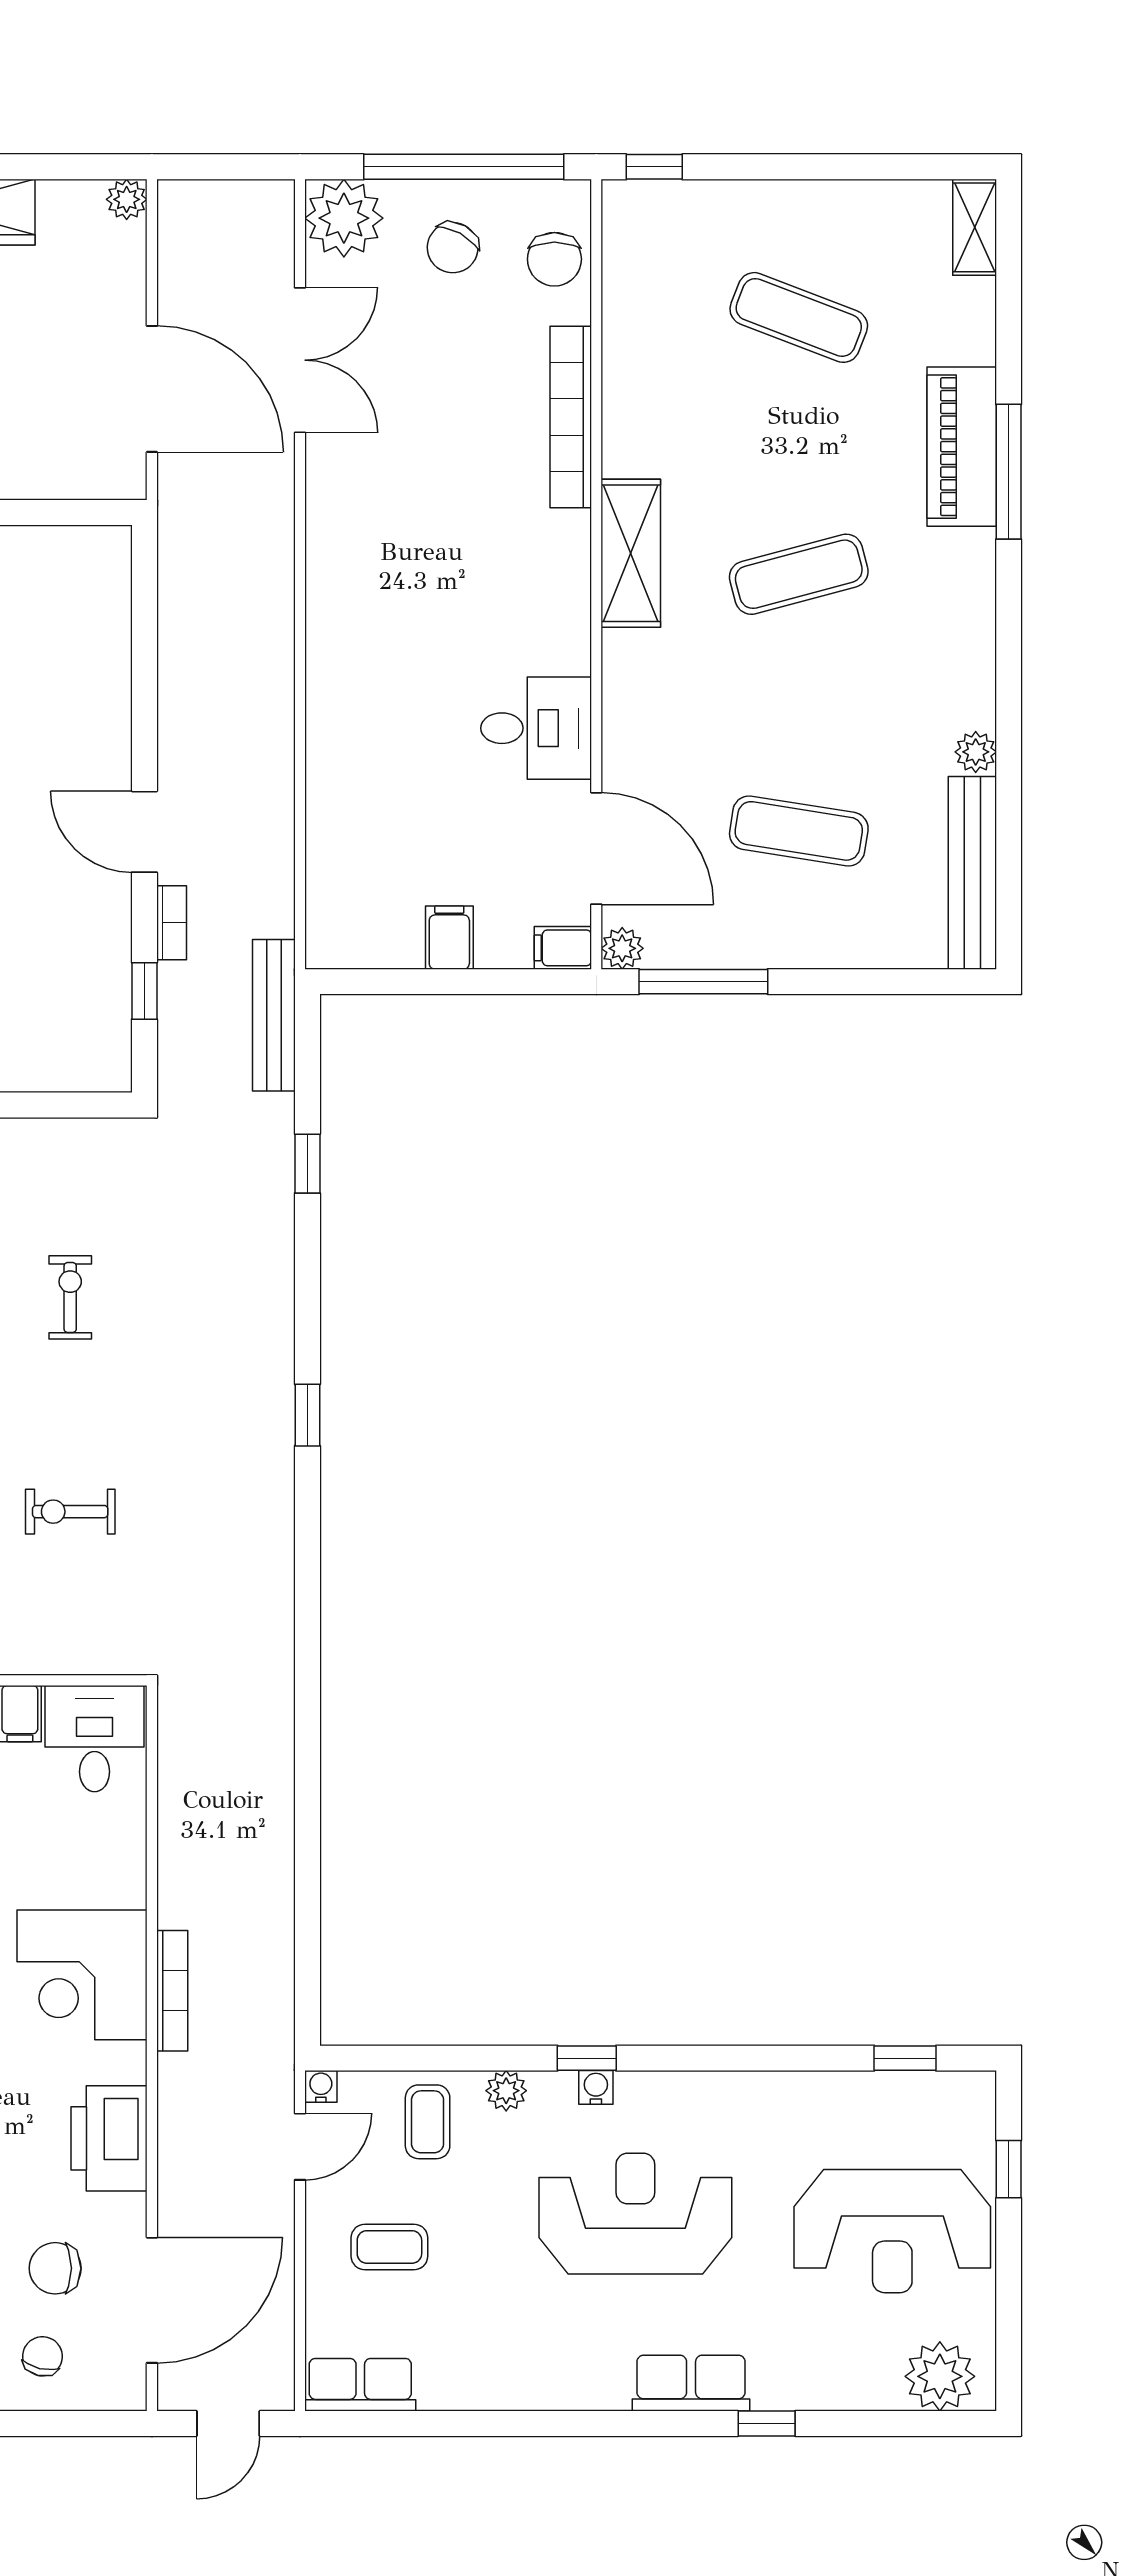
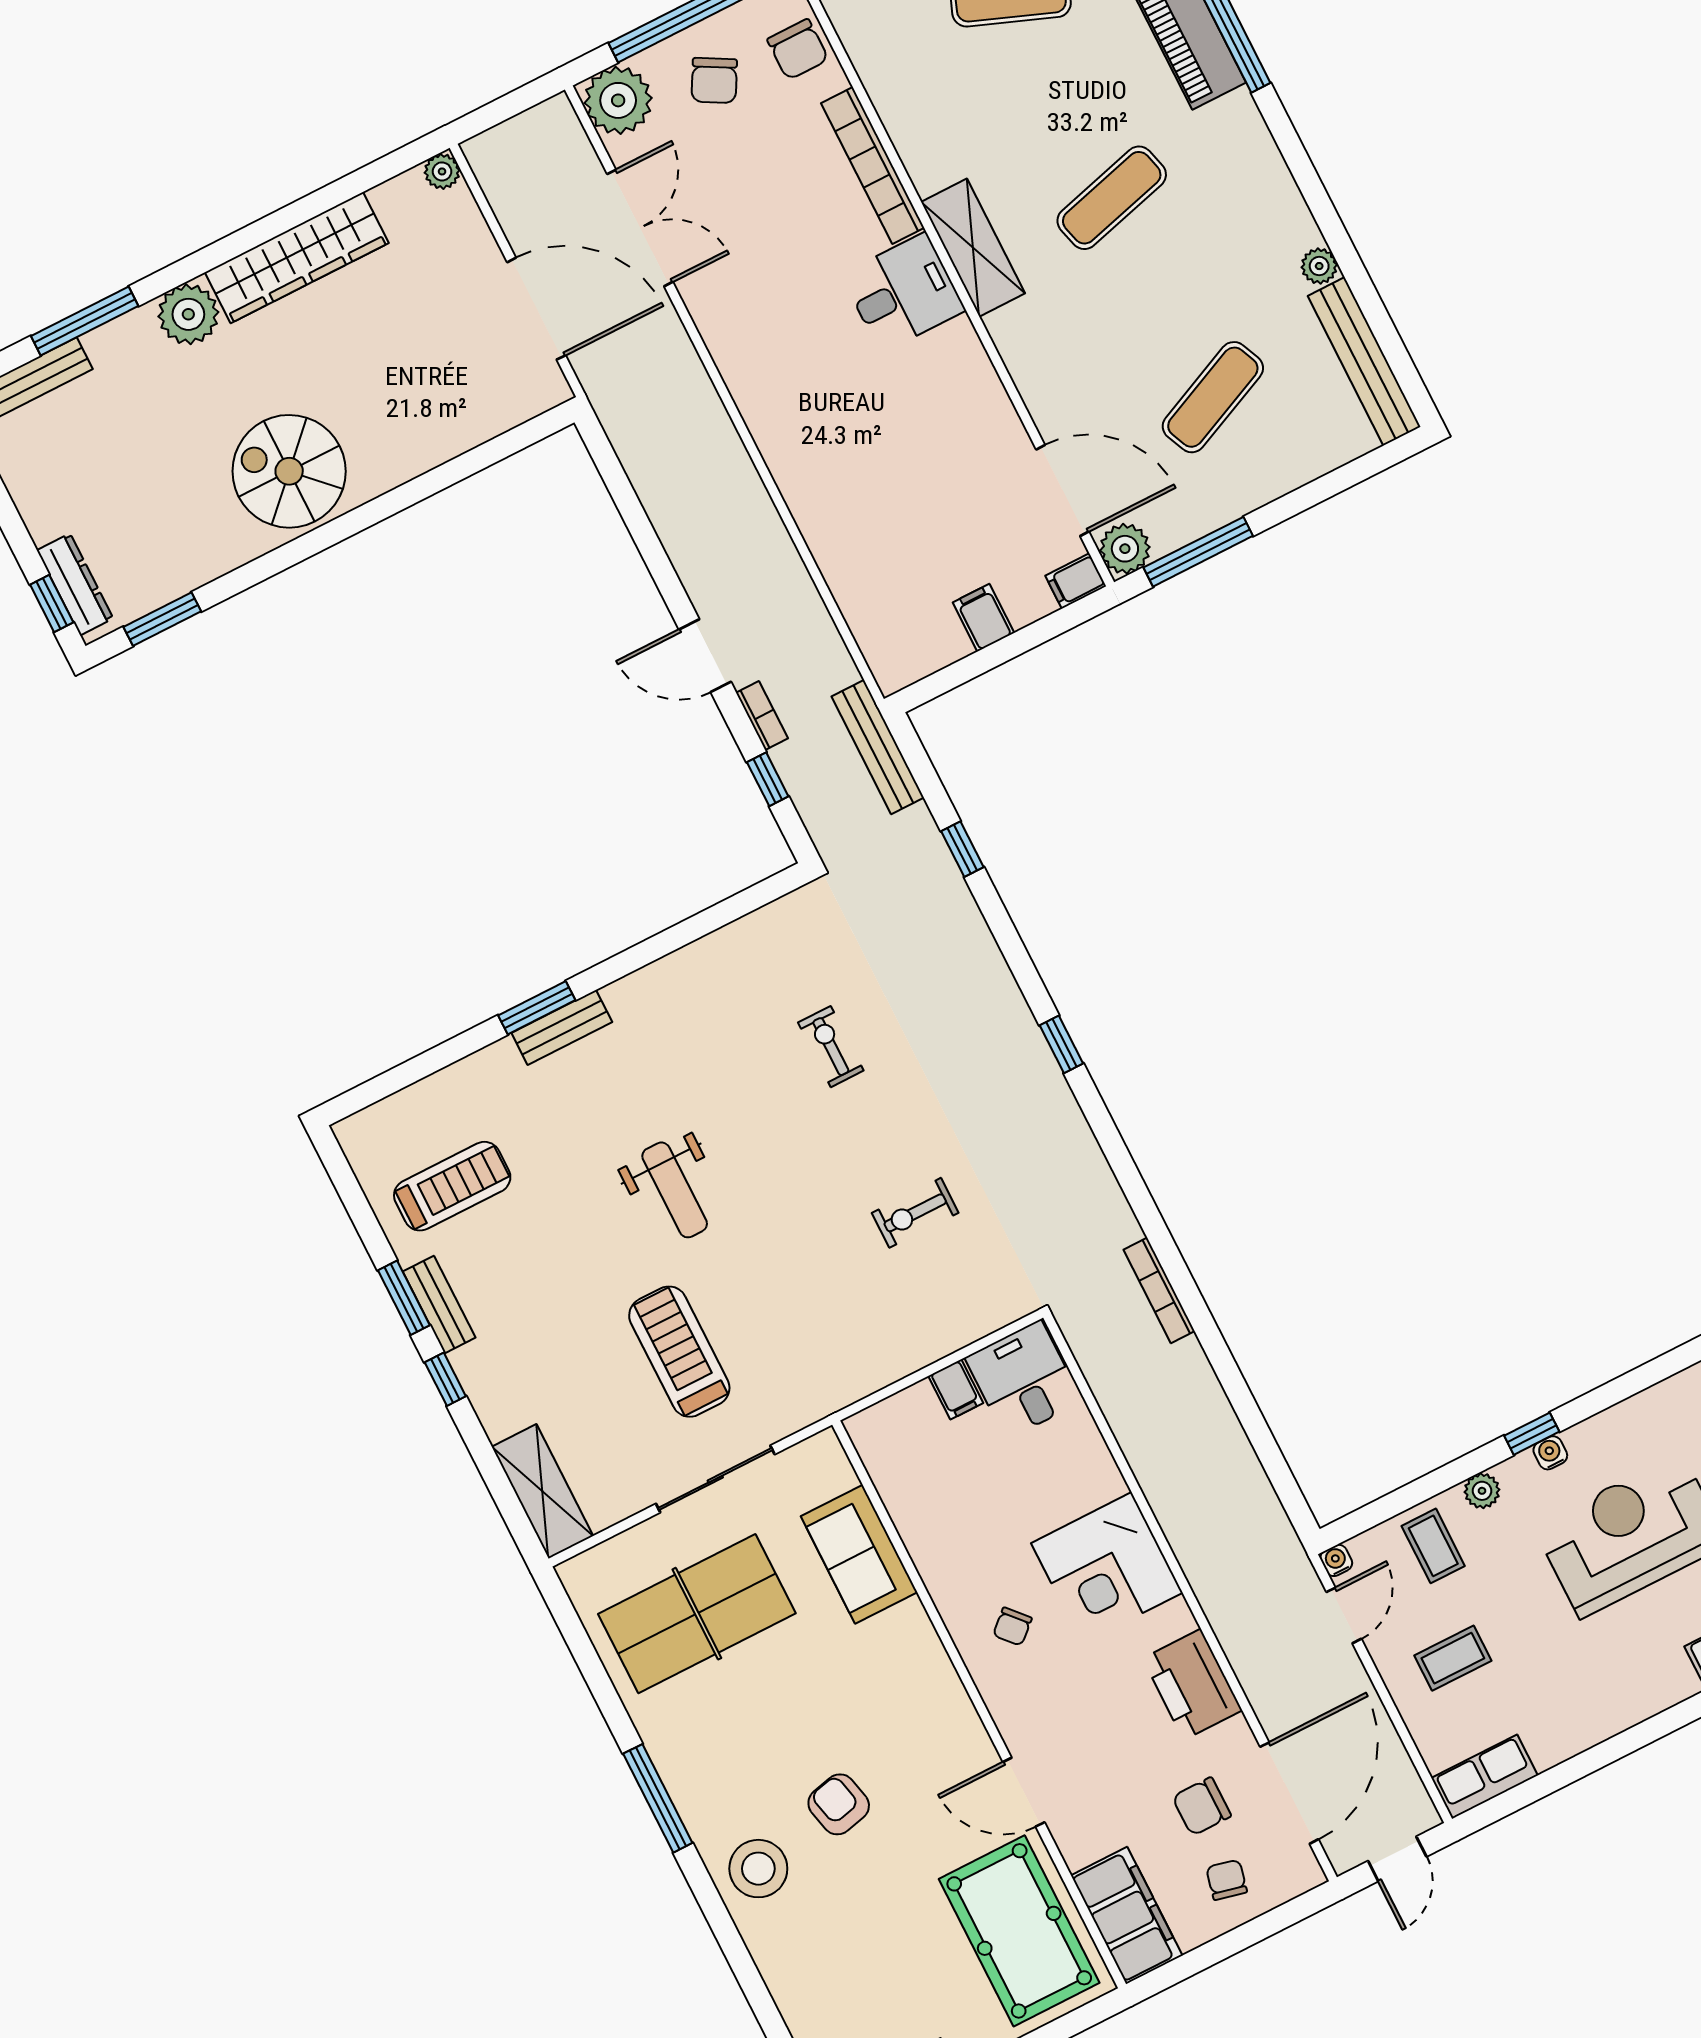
desk: (536, 728) -> (903, 293), moved
exercise mat: (799, 831) -> (1213, 397), turned -33
plant: (622, 948) -> (1125, 549), width x1.38, depth x1.38
bookcase: (172, 1991) -> (1159, 1290), moved, turned 180

